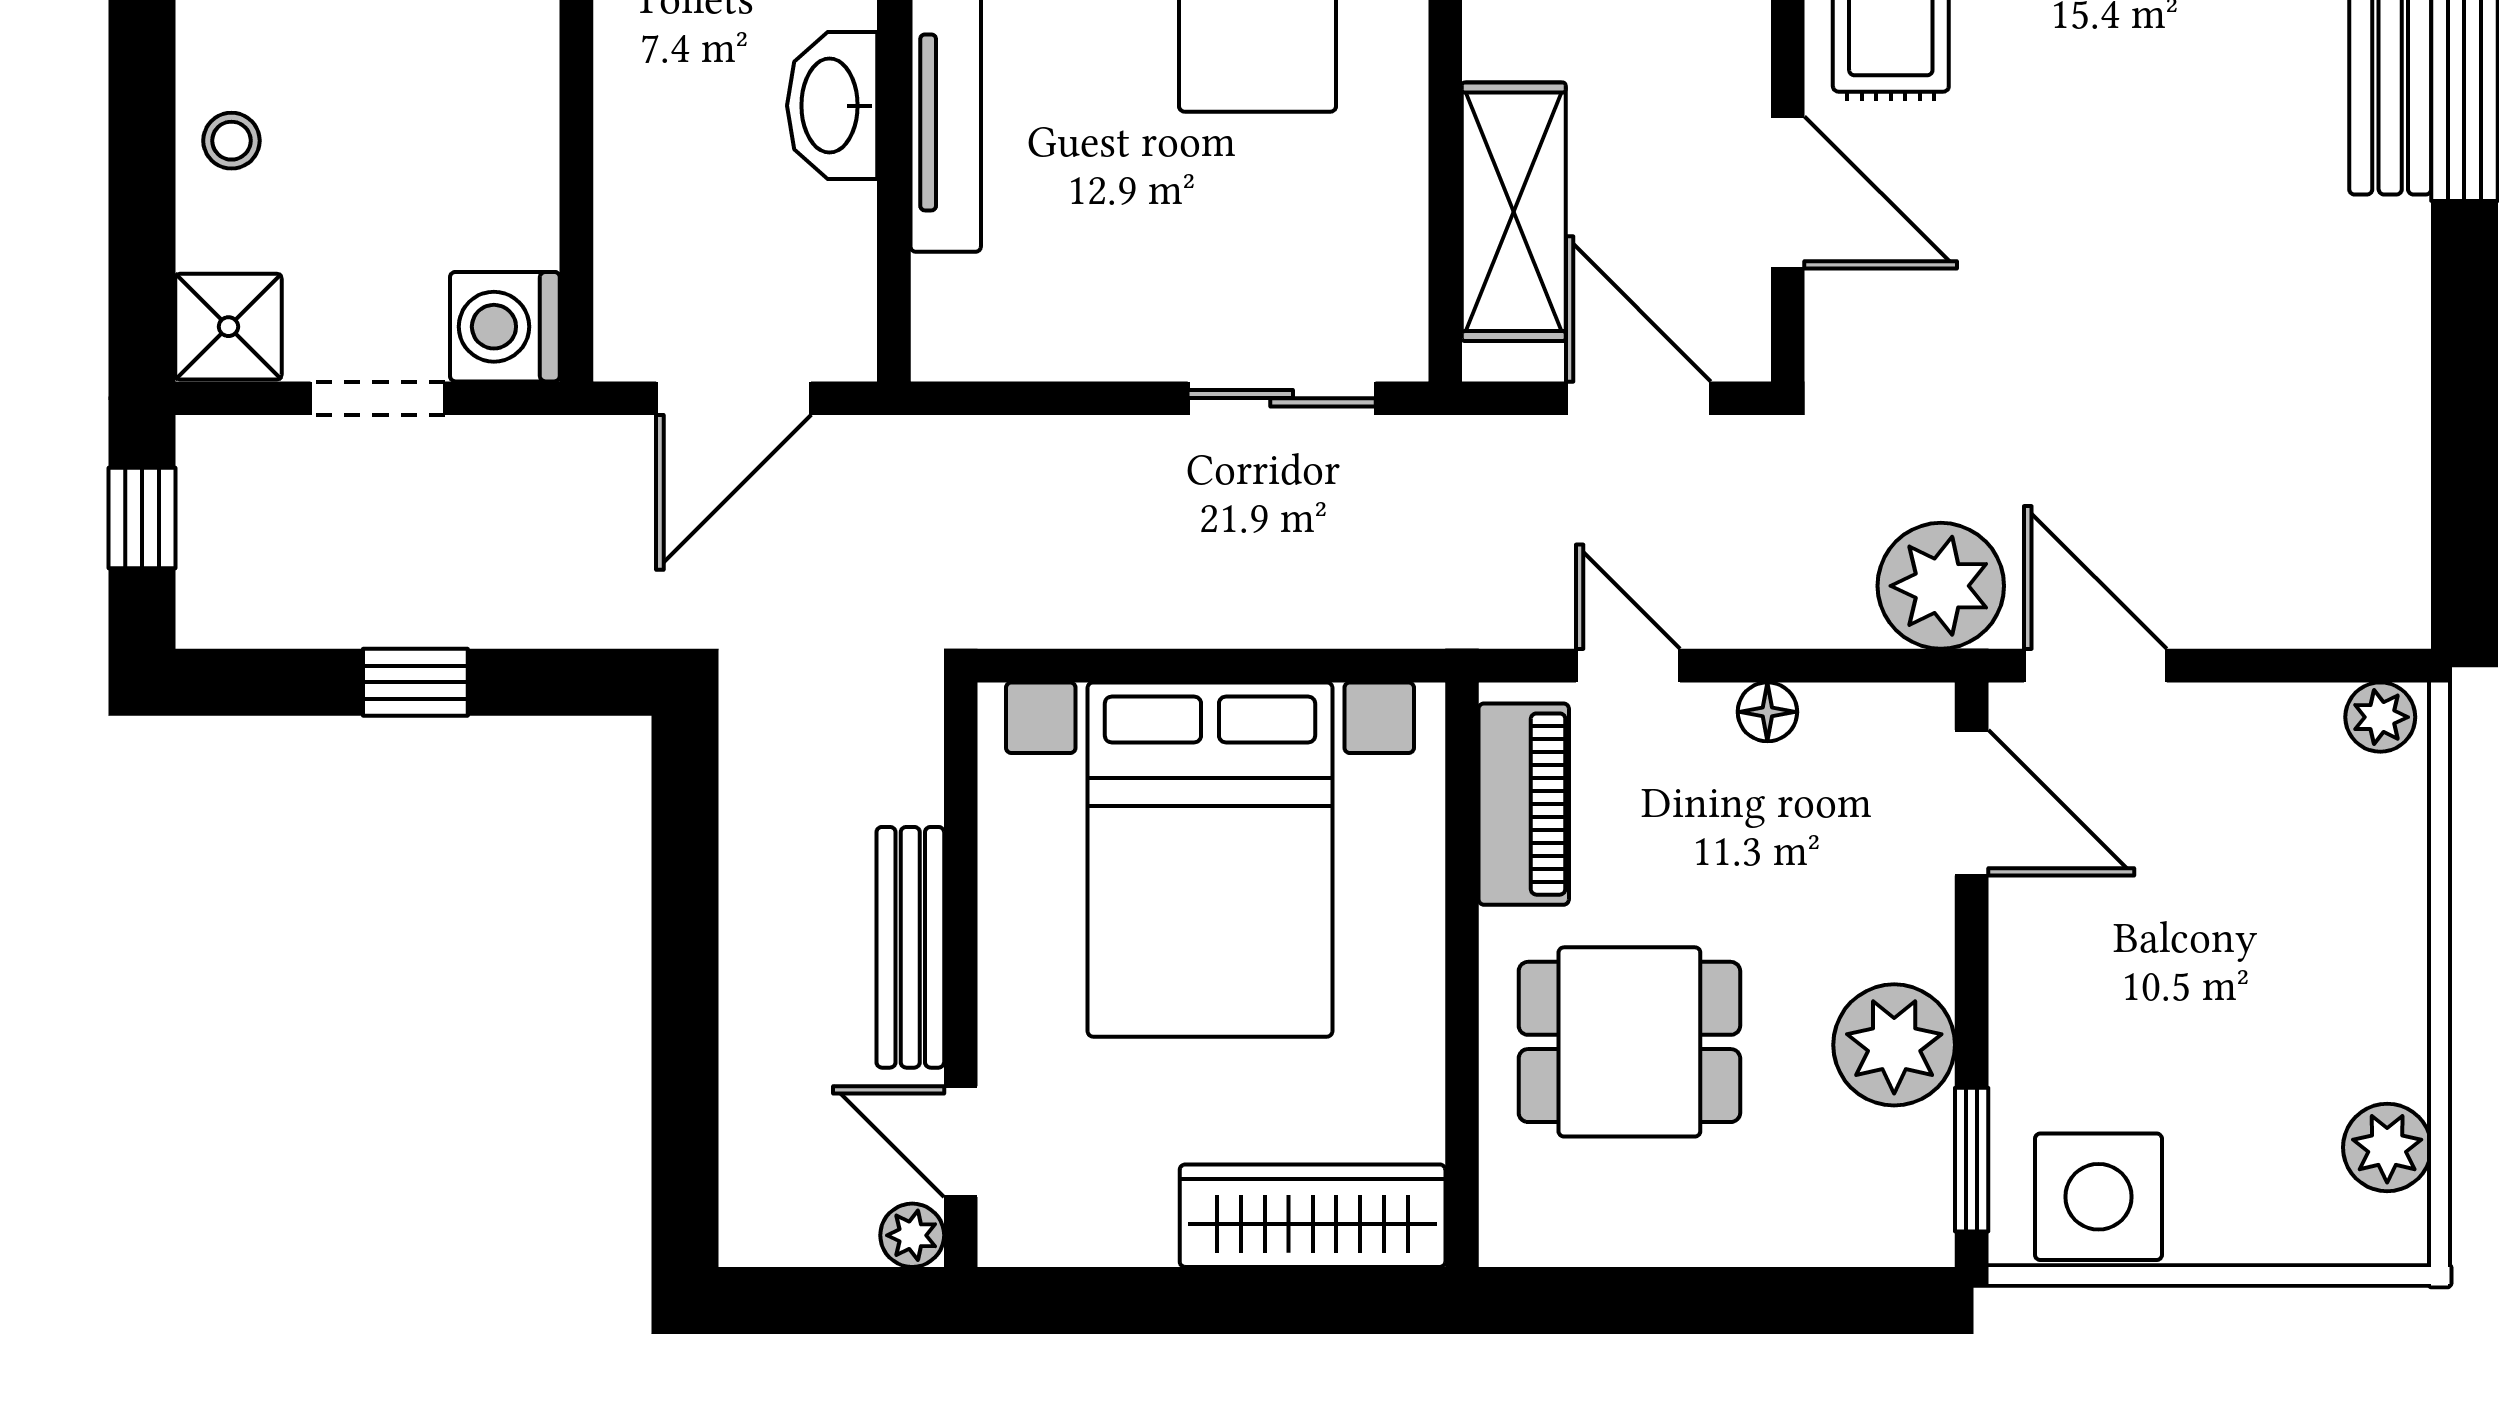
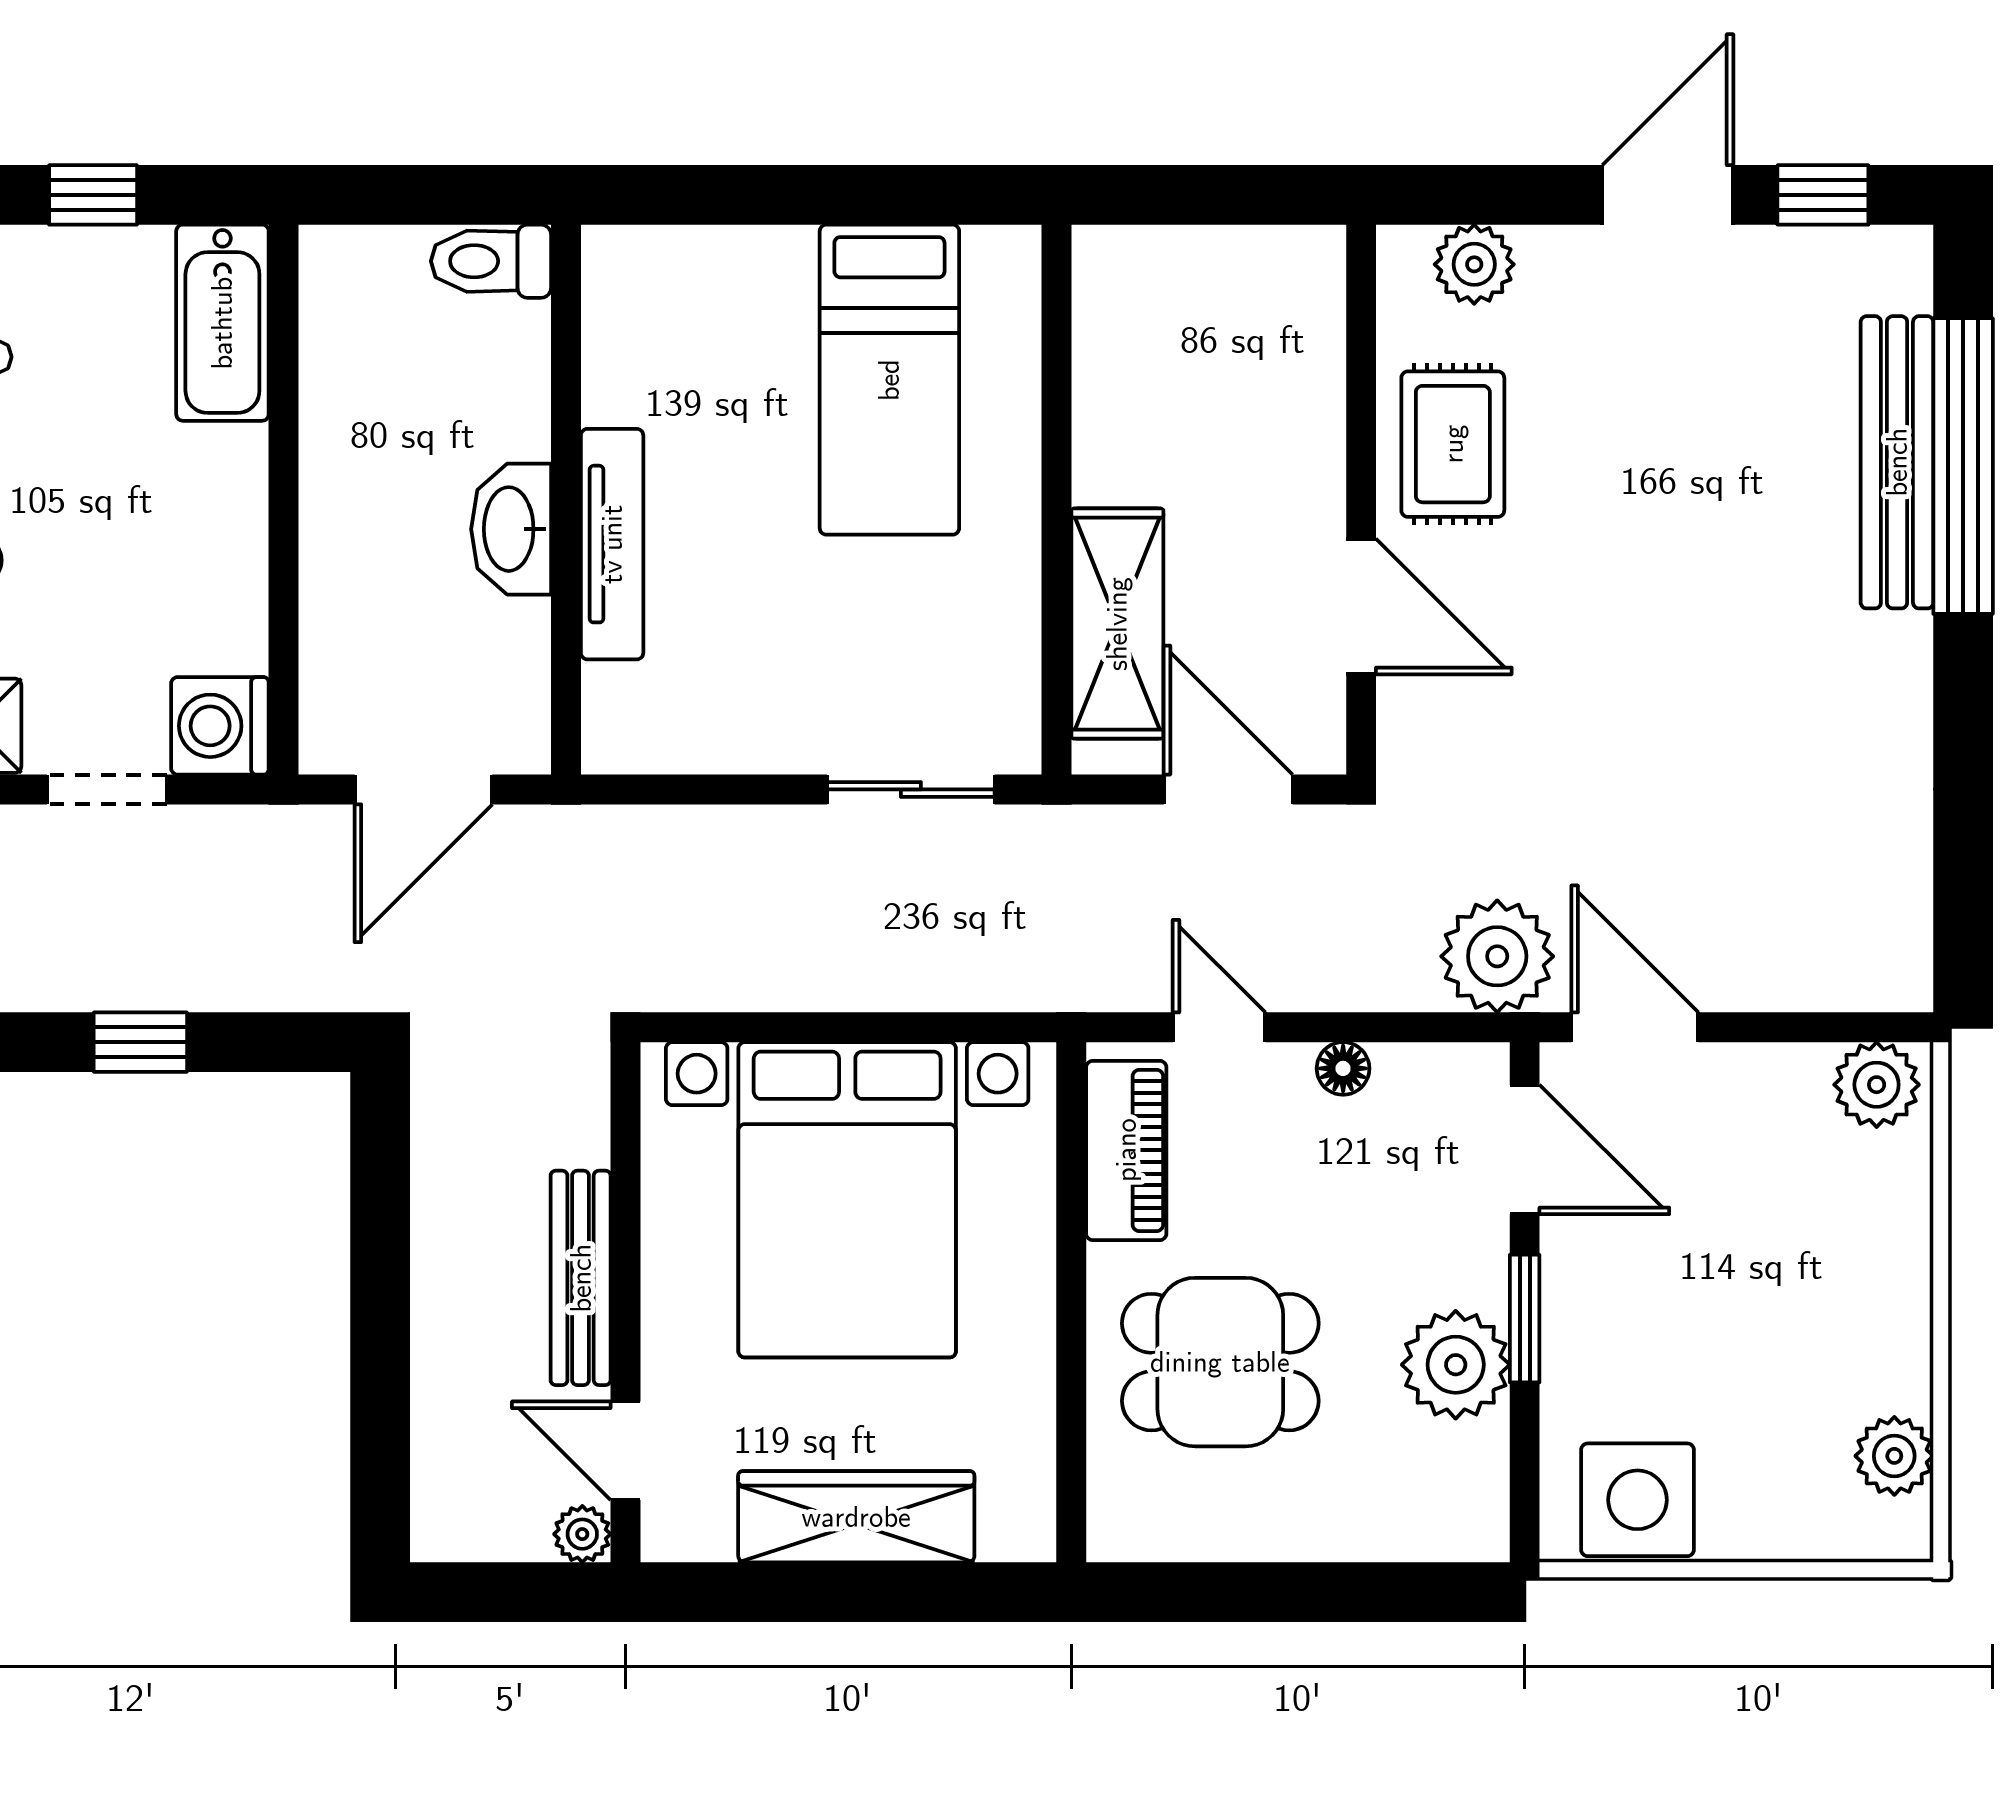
plant: (2380, 717) -> (1877, 1085), width x1.38, depth x1.38
window: (1972, 1160) -> (1525, 1319), moved
wardrobe: (1313, 1216) -> (856, 1517), moved

